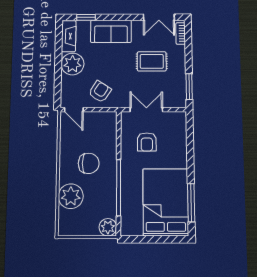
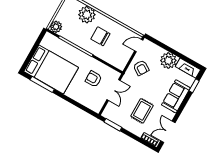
chair: (89, 163) -> (100, 36), turned 90

